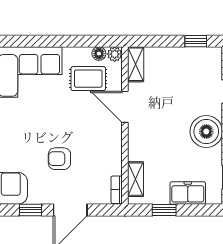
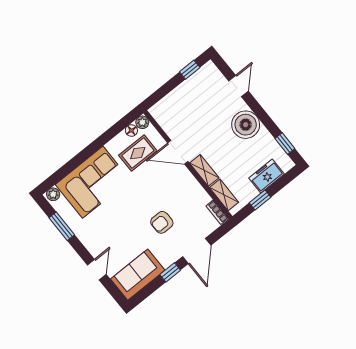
shelving: (136, 64) -> (204, 170), moved

